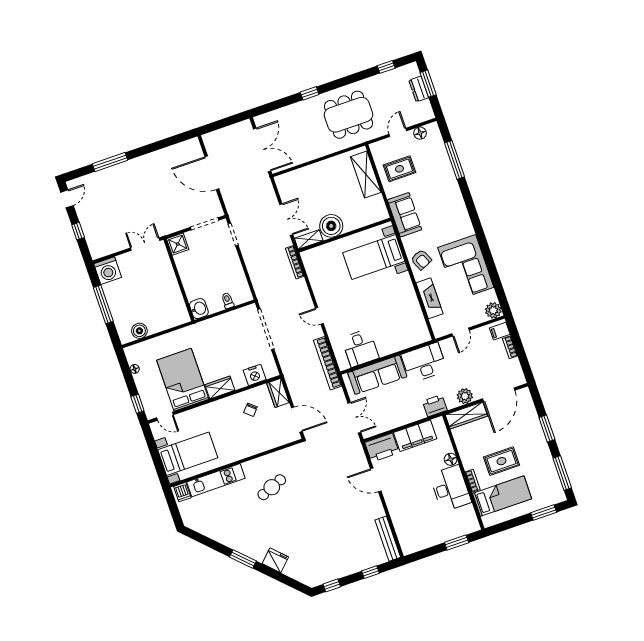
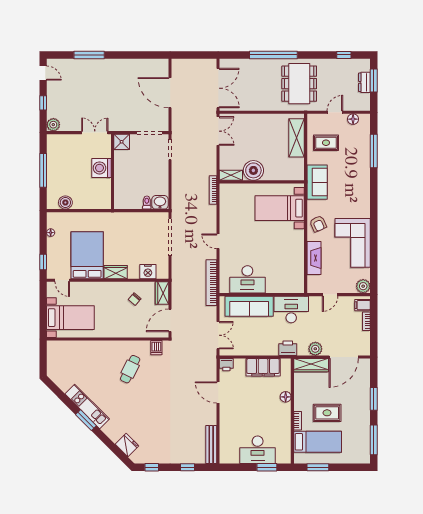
window: (310, 93) -> (273, 55), width x3.17
dining table: (348, 115) -> (299, 84), turned 90
door: (67, 199) -> (43, 73), hinge flipped
double door: (286, 220) -> (218, 131), moved
plant: (97, 251) -> (53, 125), added
washing machine: (108, 271) -> (101, 168), moved, turned 90
washbasin: (199, 309) -> (160, 202), moved, turned -90
desk: (360, 348) -> (247, 279), width x1.37
door: (297, 420) -> (170, 320), swing flipped
printer: (382, 448) -> (226, 365), width x0.53, depth x0.68
kitchen unit: (216, 480) -> (87, 406), moved, turned -135
cafe table: (272, 487) -> (130, 369), turned -42
desk: (450, 488) -> (258, 450), moved, turned 90
dishwasher: (182, 492) -> (156, 348), moved
window: (544, 513) -> (318, 467), moved
fridge: (275, 560) -> (127, 445), moved

